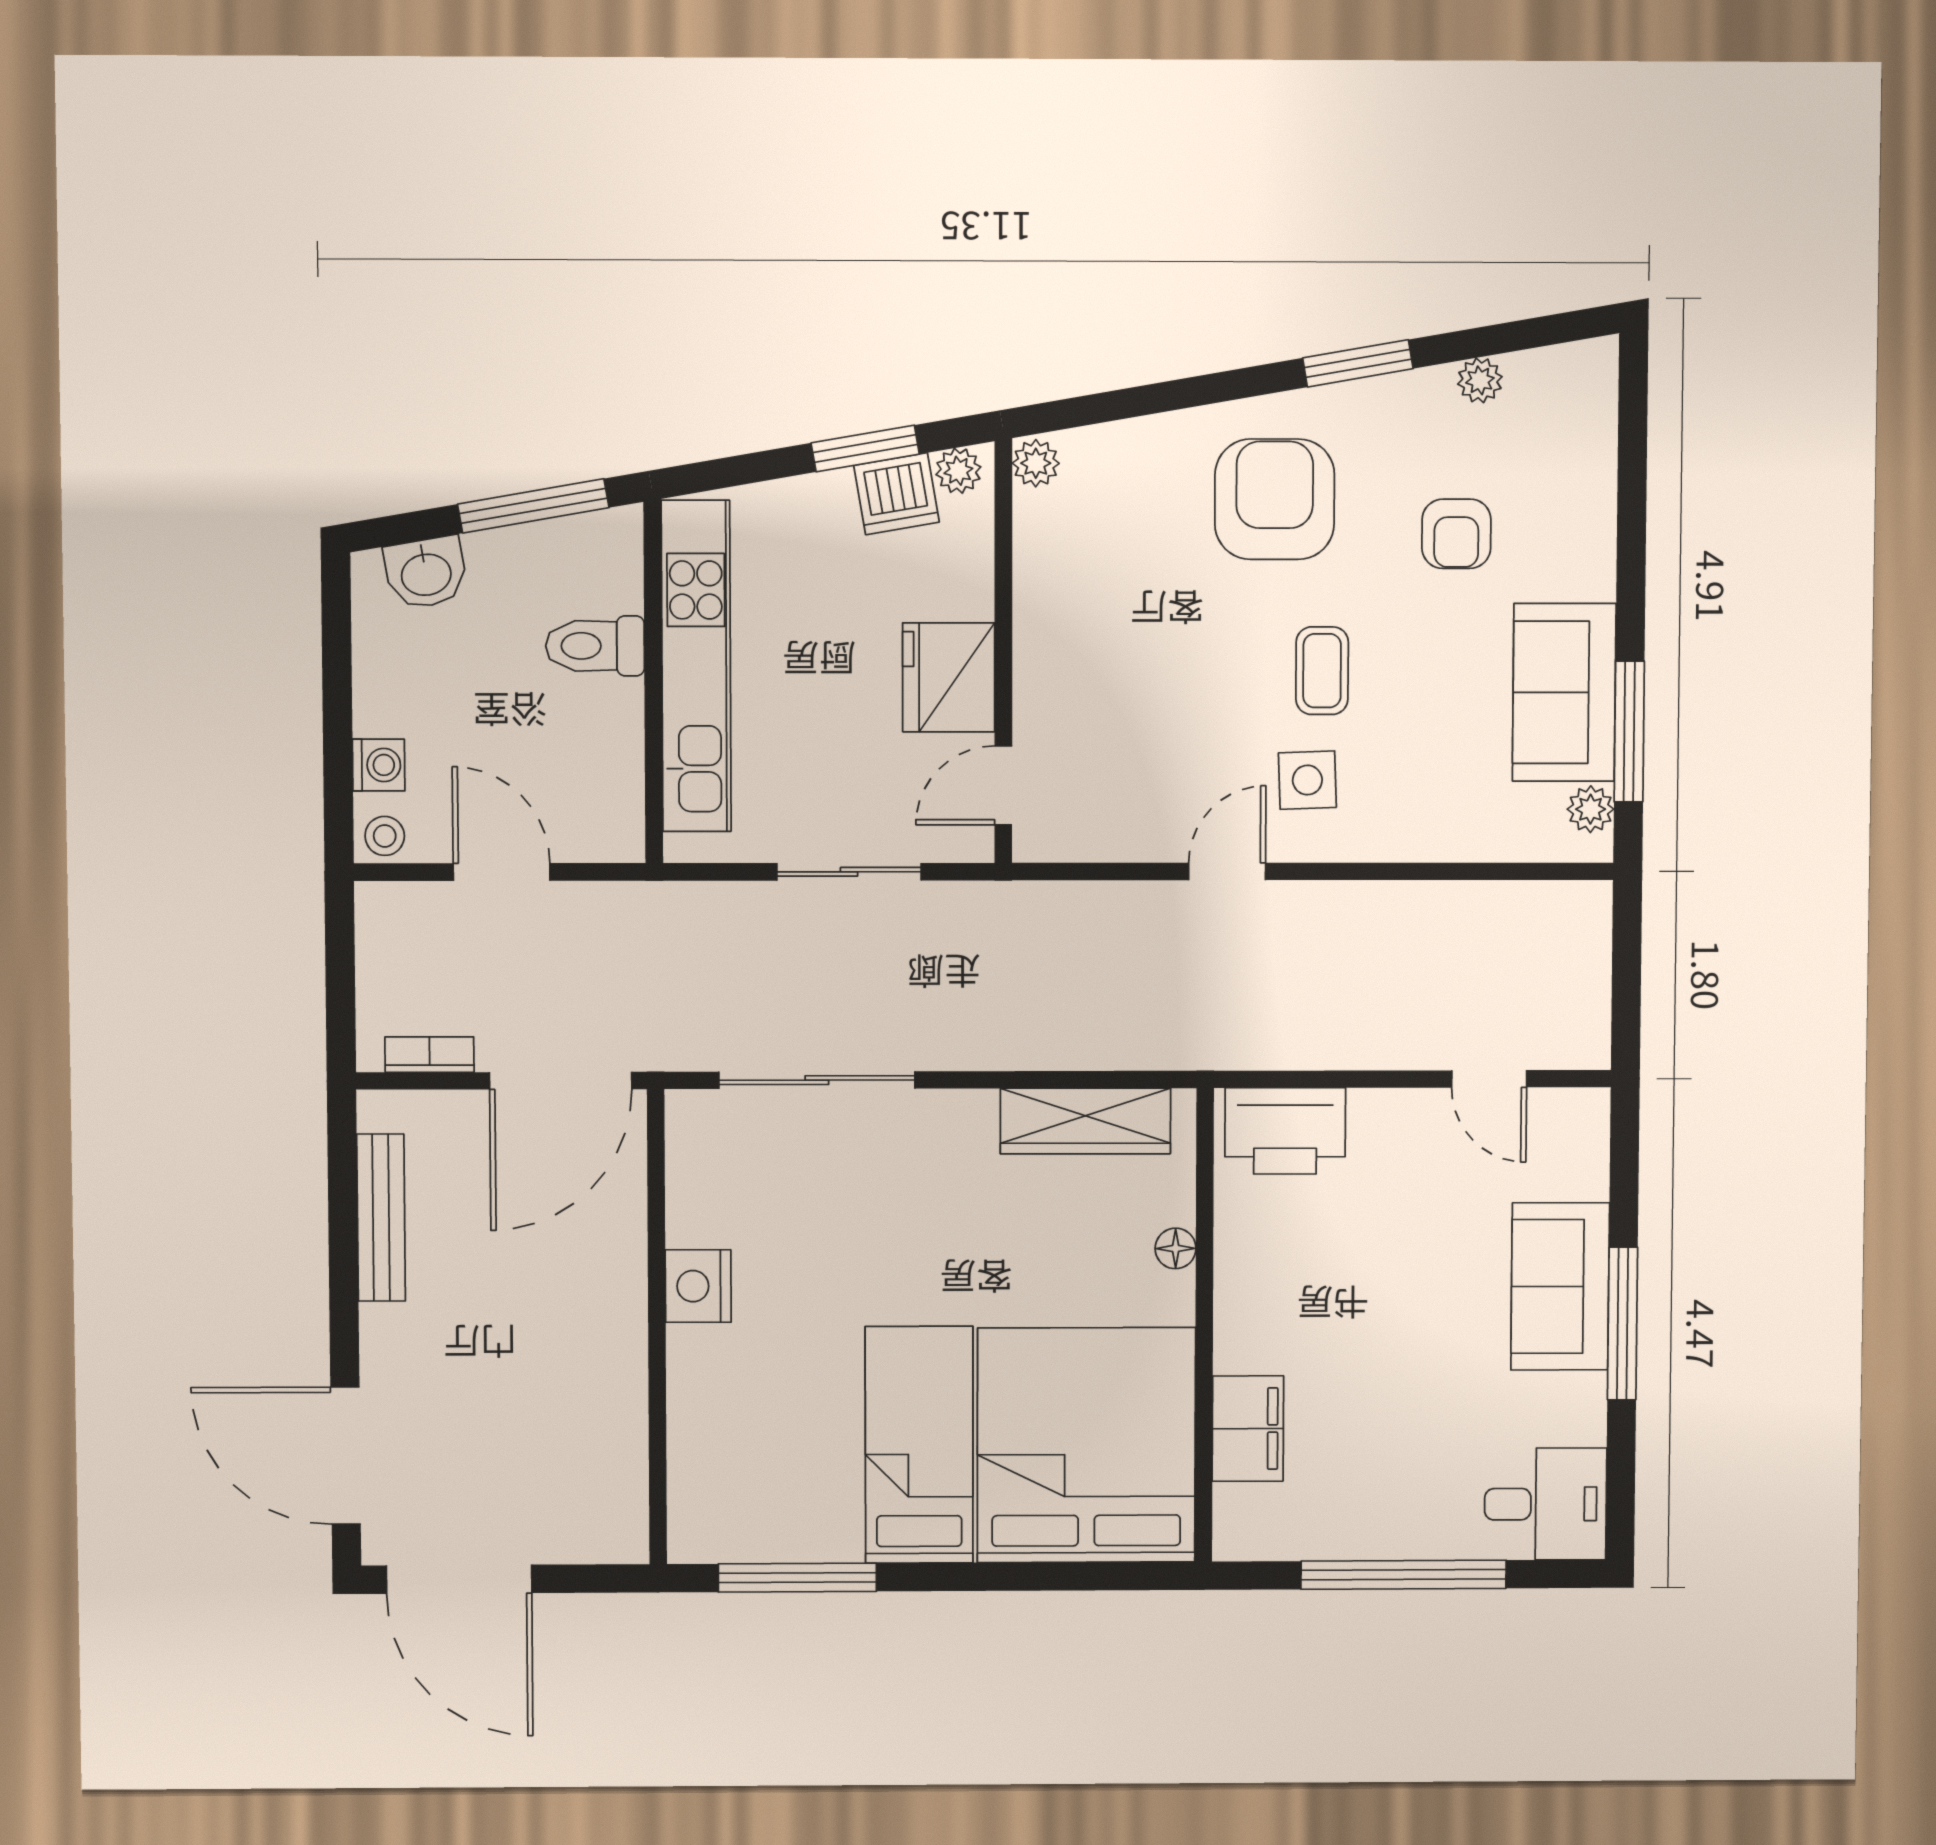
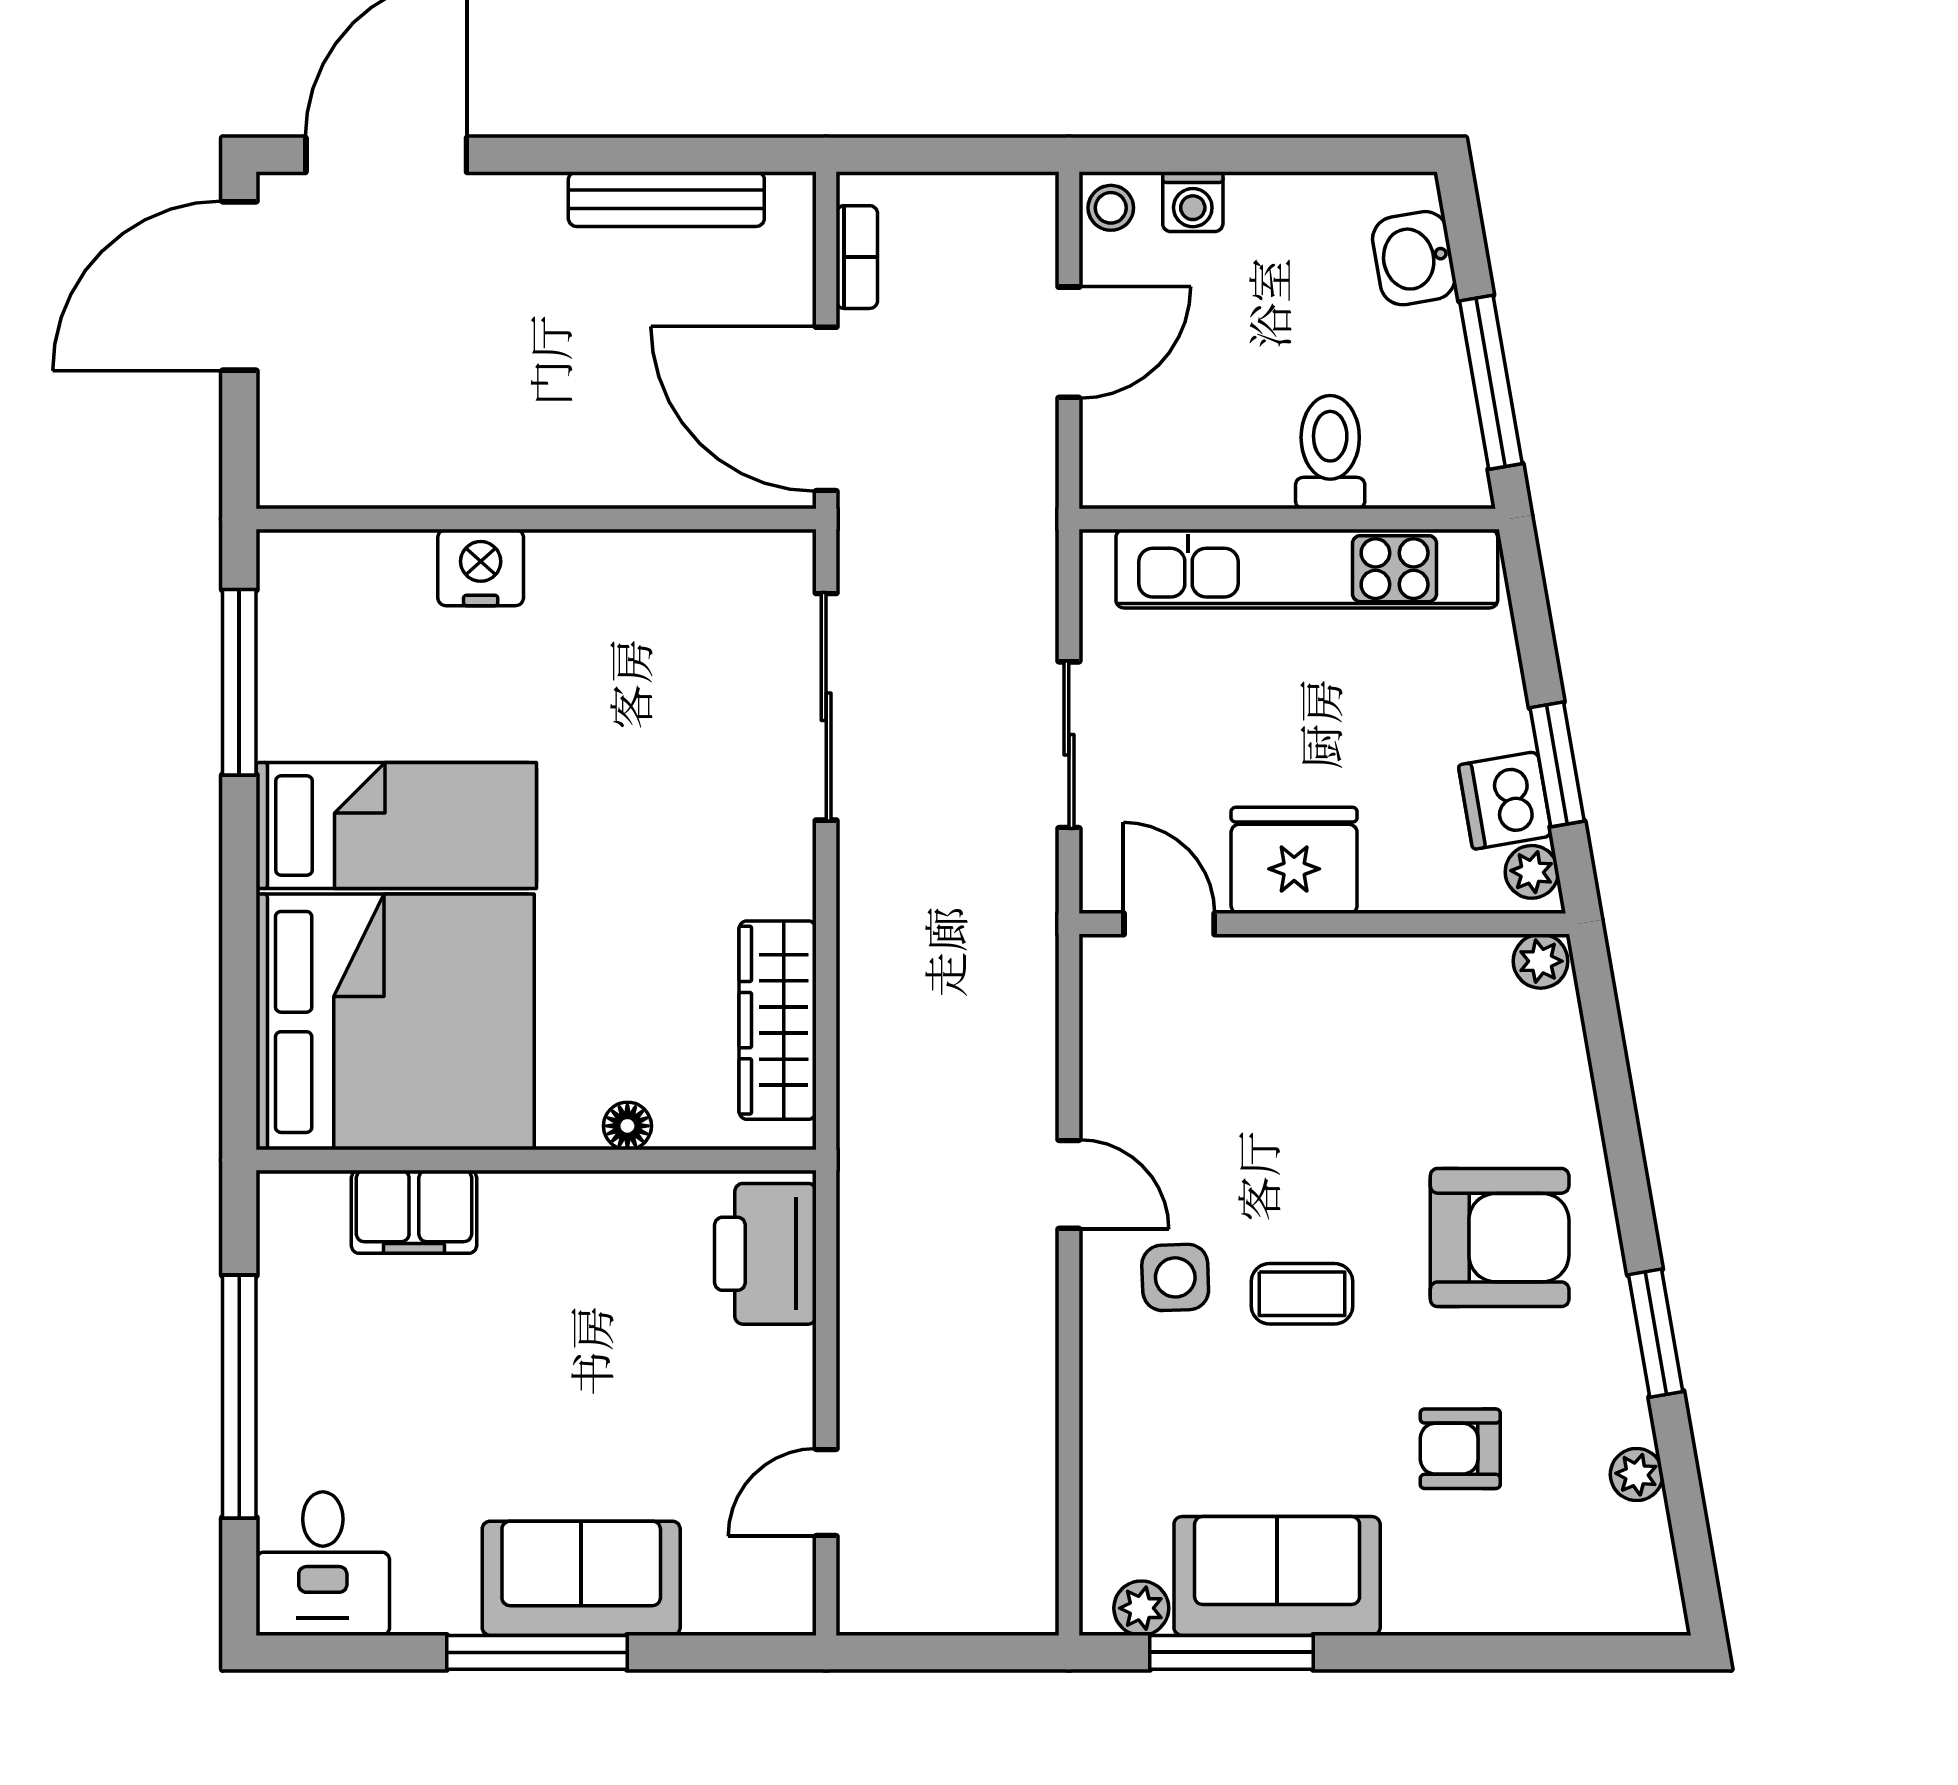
nightstand: (698, 1286) -> (481, 568), moved

